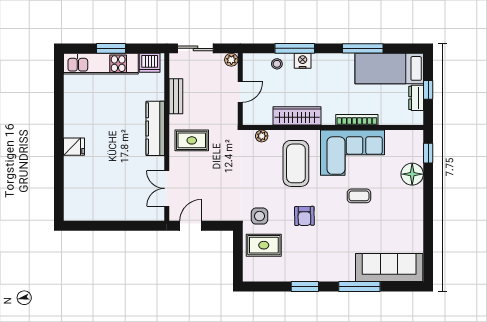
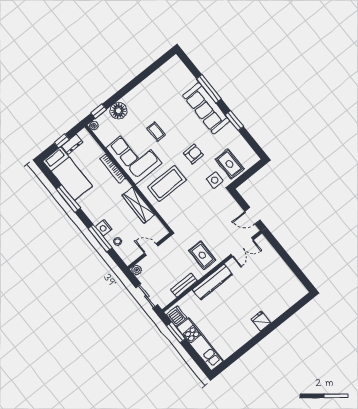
window: (111, 48) -> (176, 332), moved
plant: (262, 136) -> (94, 126), moved
sofa: (389, 267) -> (206, 108), moved

